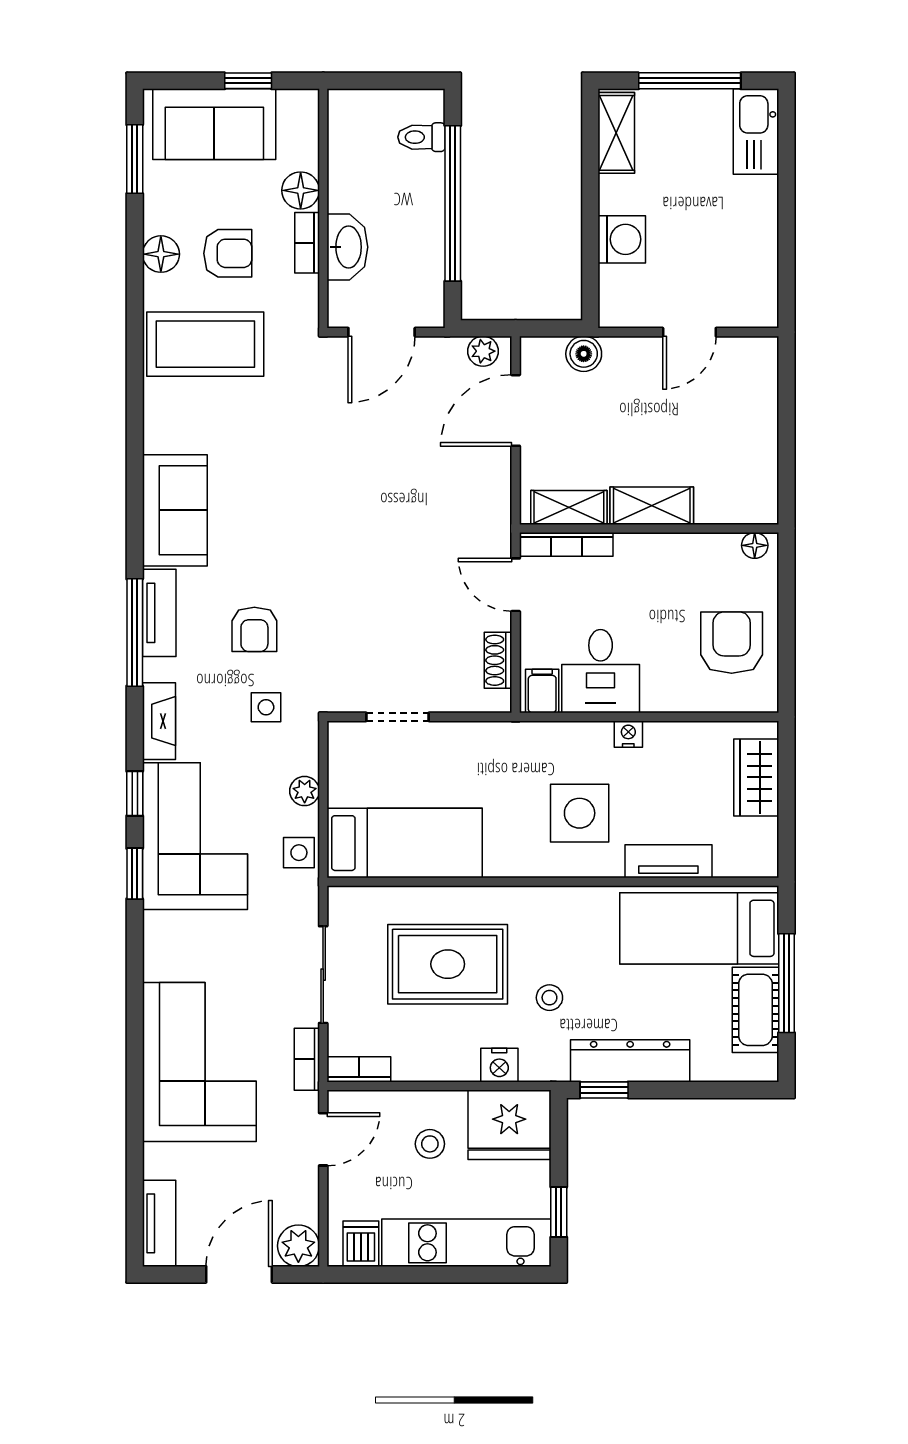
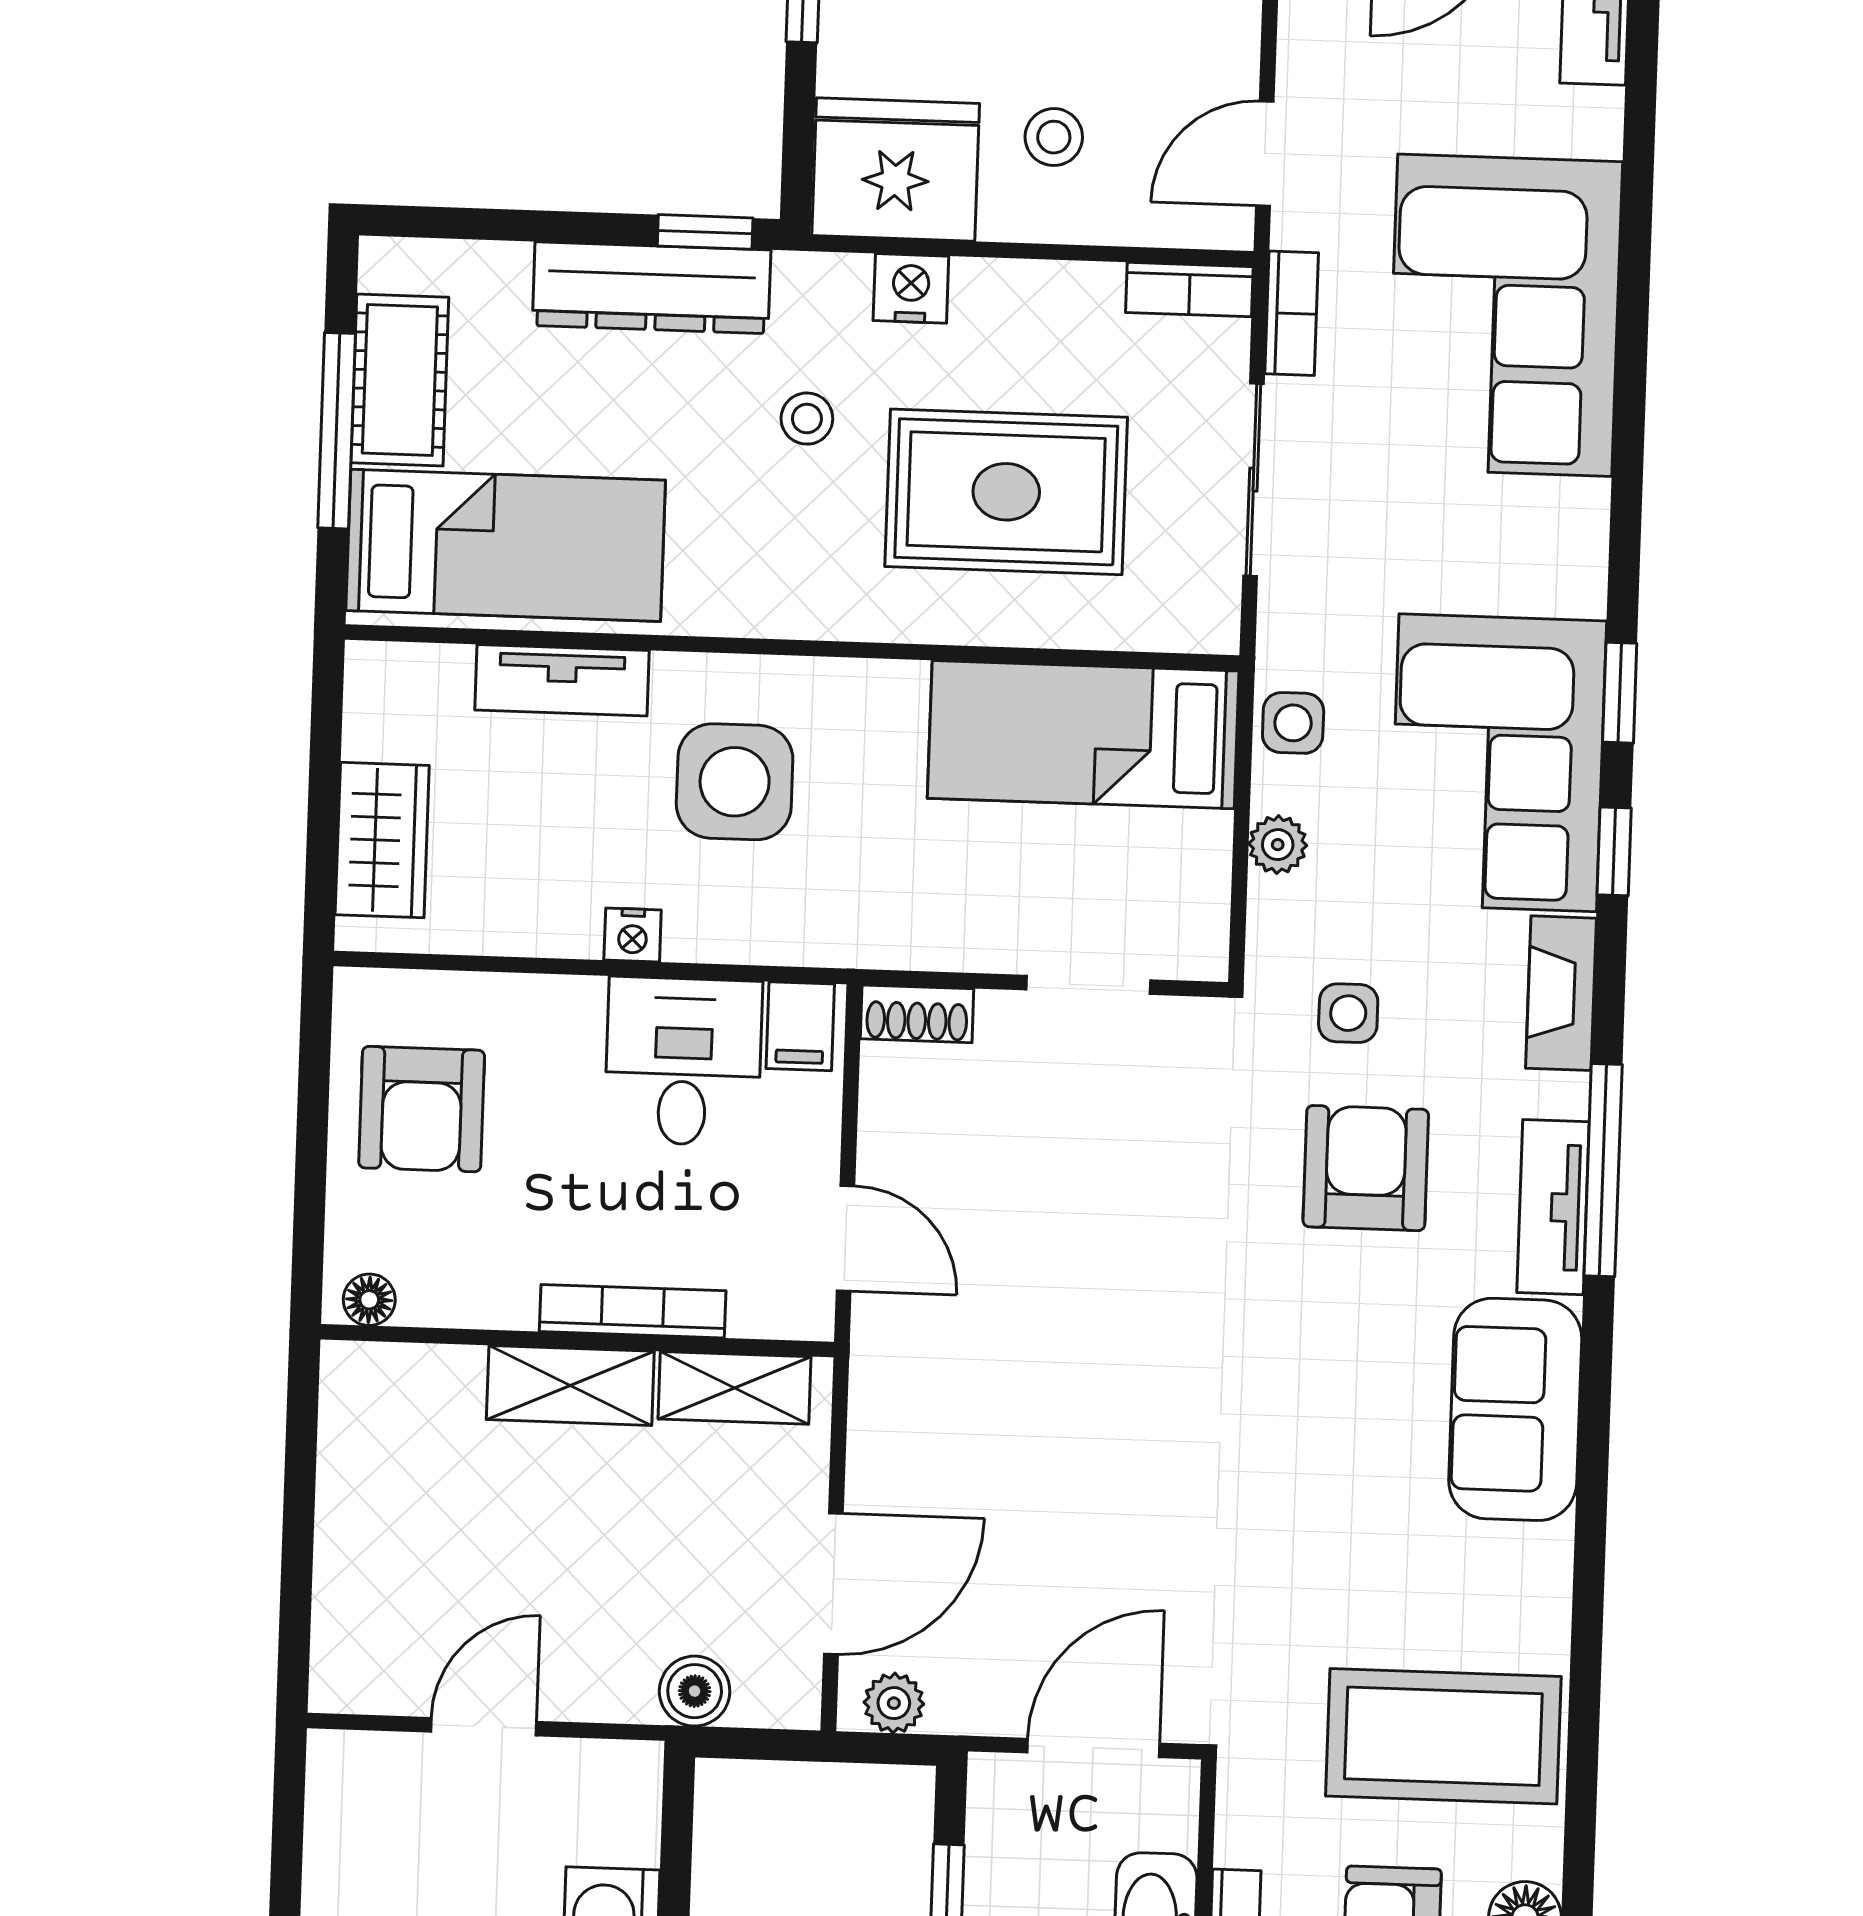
bookcase: (566, 544) -> (633, 1311), moved
armchair: (254, 629) -> (1366, 1168), width x1.38, depth x1.38
shoe rack: (498, 660) -> (917, 1014), moved, turned 90

